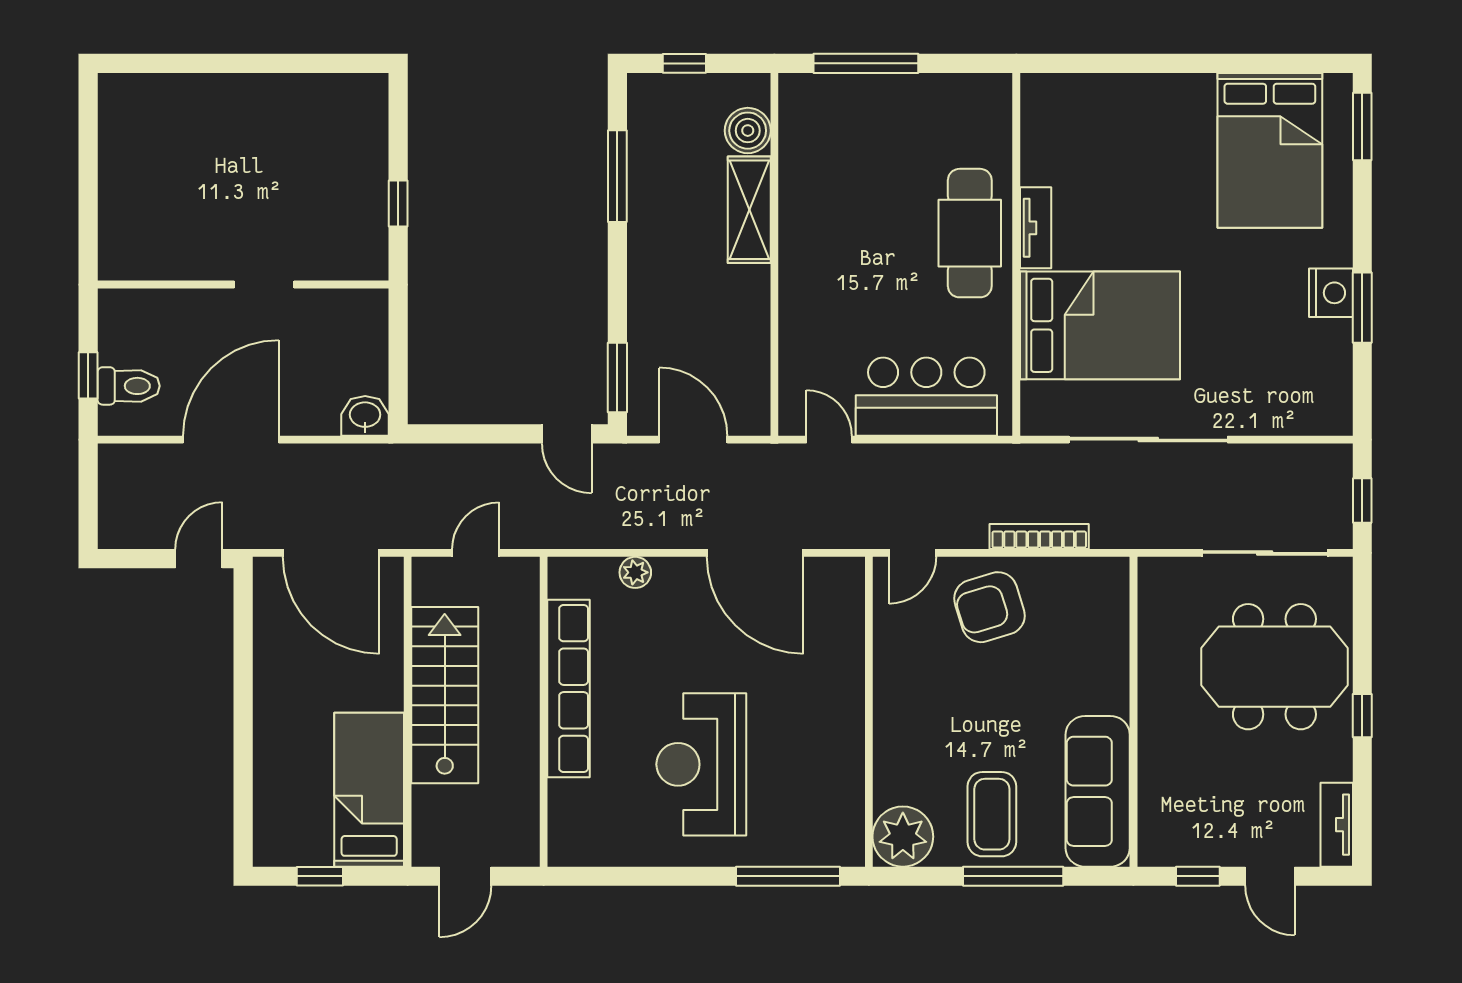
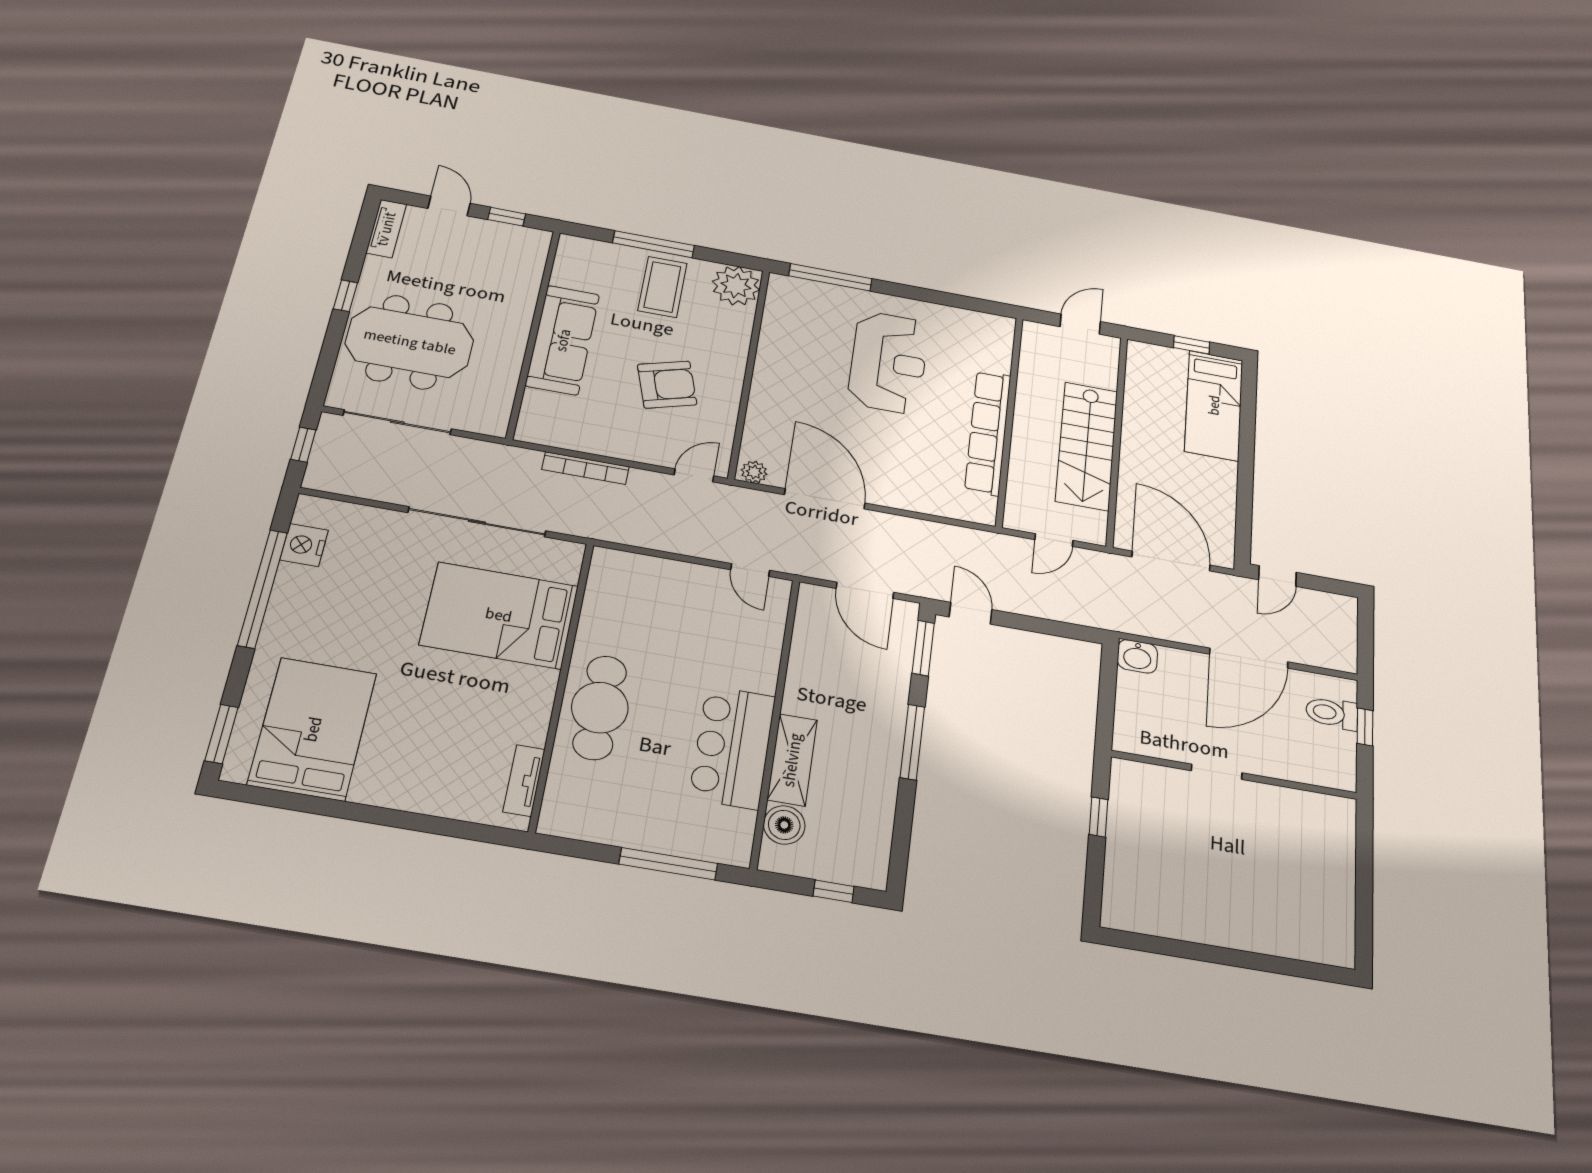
window: (617, 176) -> (912, 742), moved
tv unit: (1036, 228) -> (524, 780), moved
nightstand: (1331, 293) -> (304, 545), moved
window: (1362, 308) -> (263, 589), width x2.11
bar counter: (926, 397) -> (732, 747), moved, turned 90
plant: (635, 572) -> (754, 472), moved
armchair: (989, 607) -> (667, 385), moved
bed: (369, 790) -> (1214, 405), moved
sofa: (1098, 791) -> (563, 340), moved

